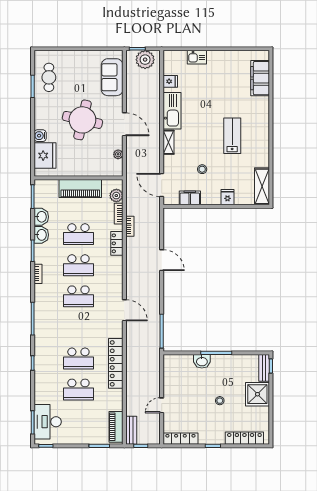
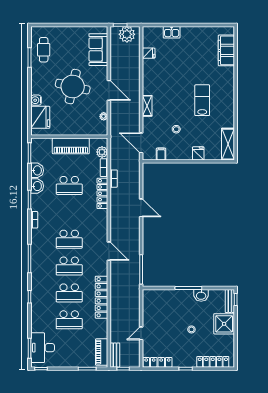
kitchen sink: (172, 111) -> (150, 79), removed
filing cabinet: (190, 198) -> (161, 154), width x0.50
locker: (117, 243) -> (102, 193), width x1.53
school desk: (78, 265) -> (69, 266), moved
washbasin: (202, 361) -> (201, 295), moved

